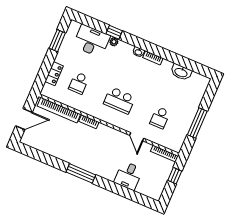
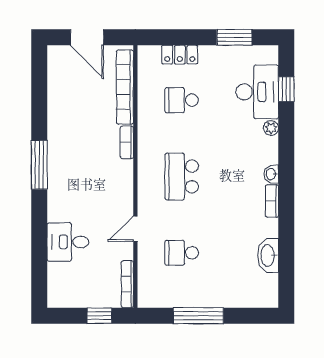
window: (114, 32) -> (286, 89), moved

